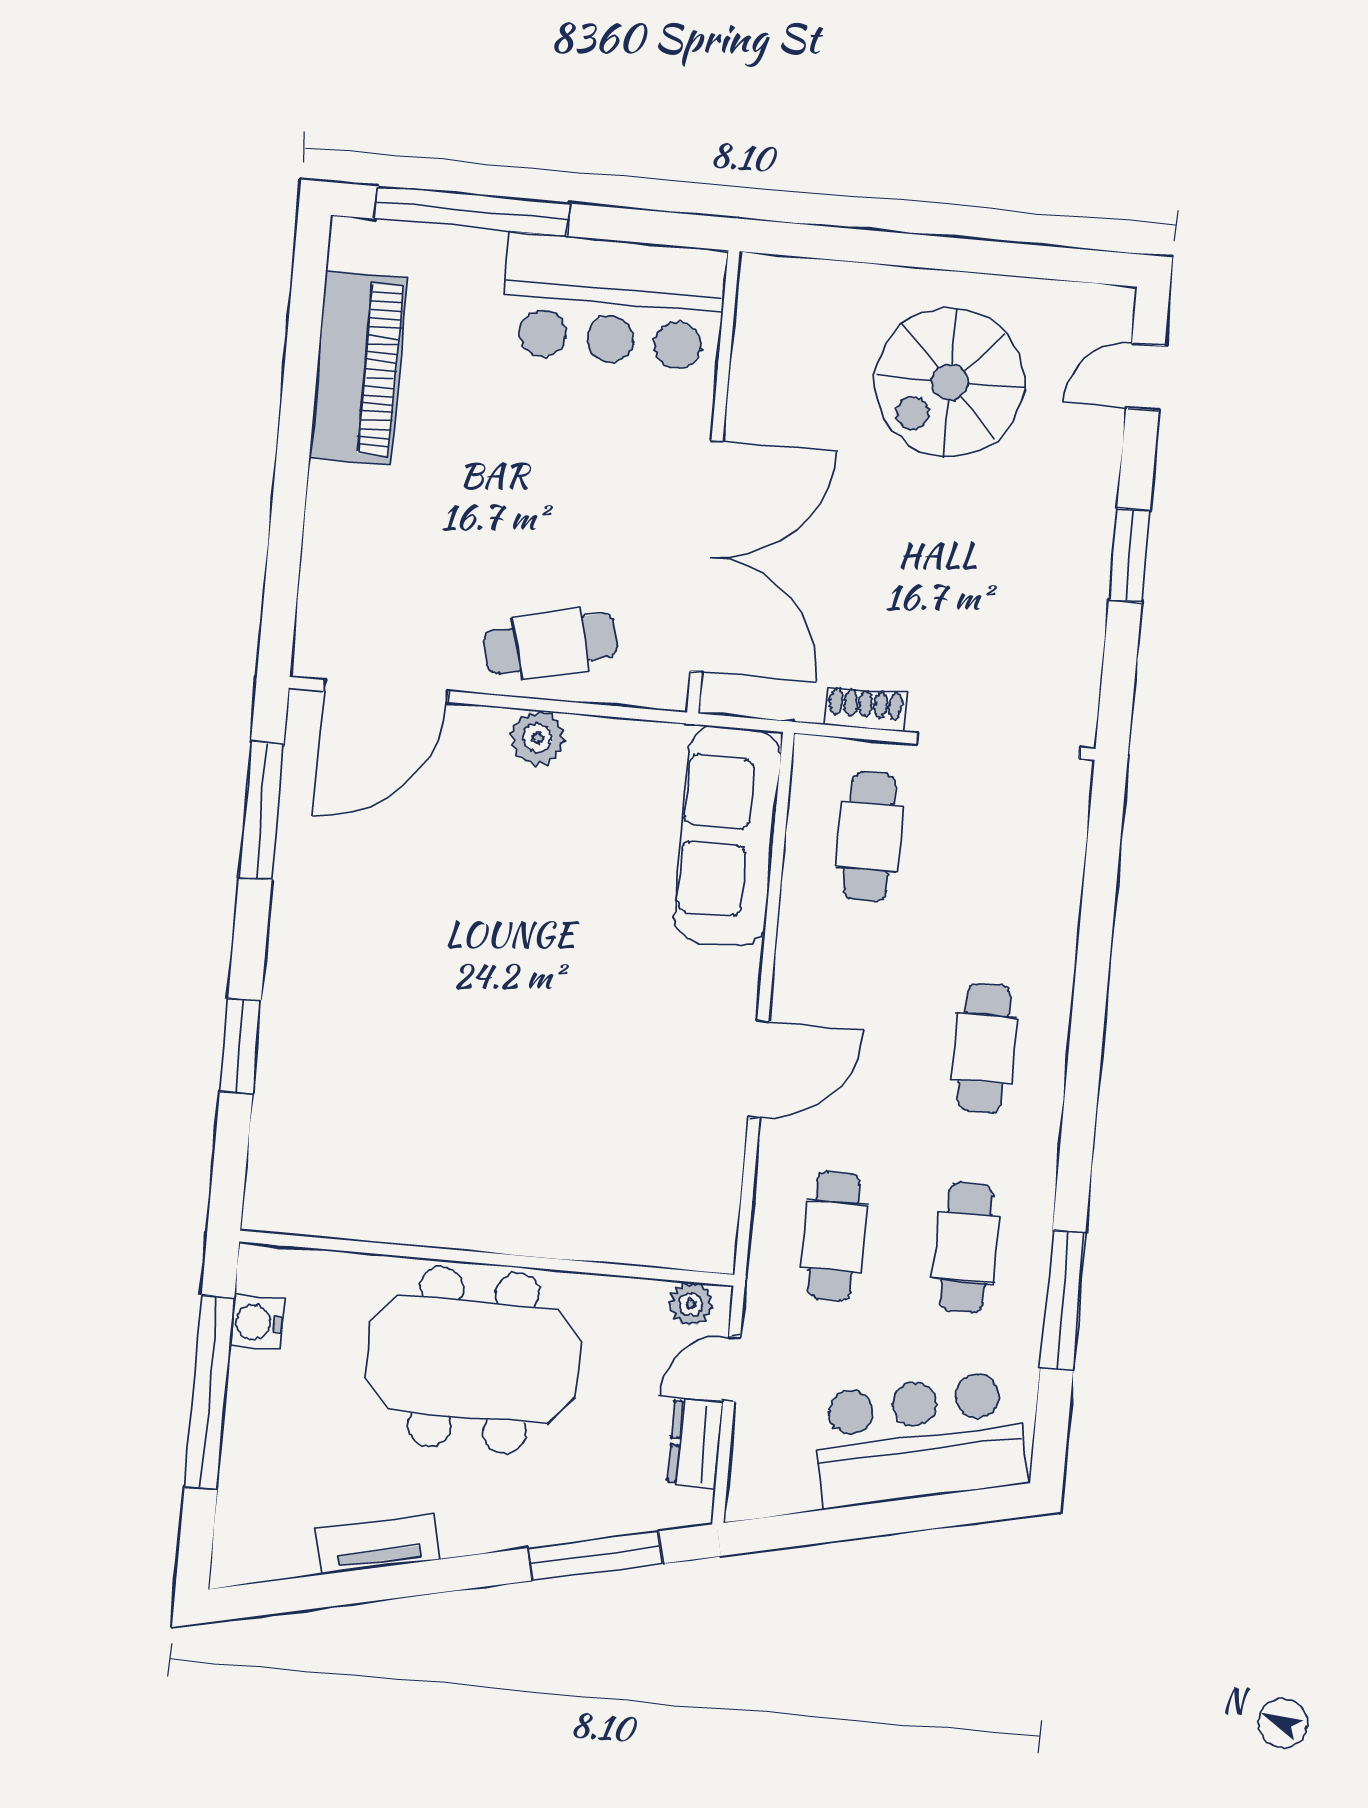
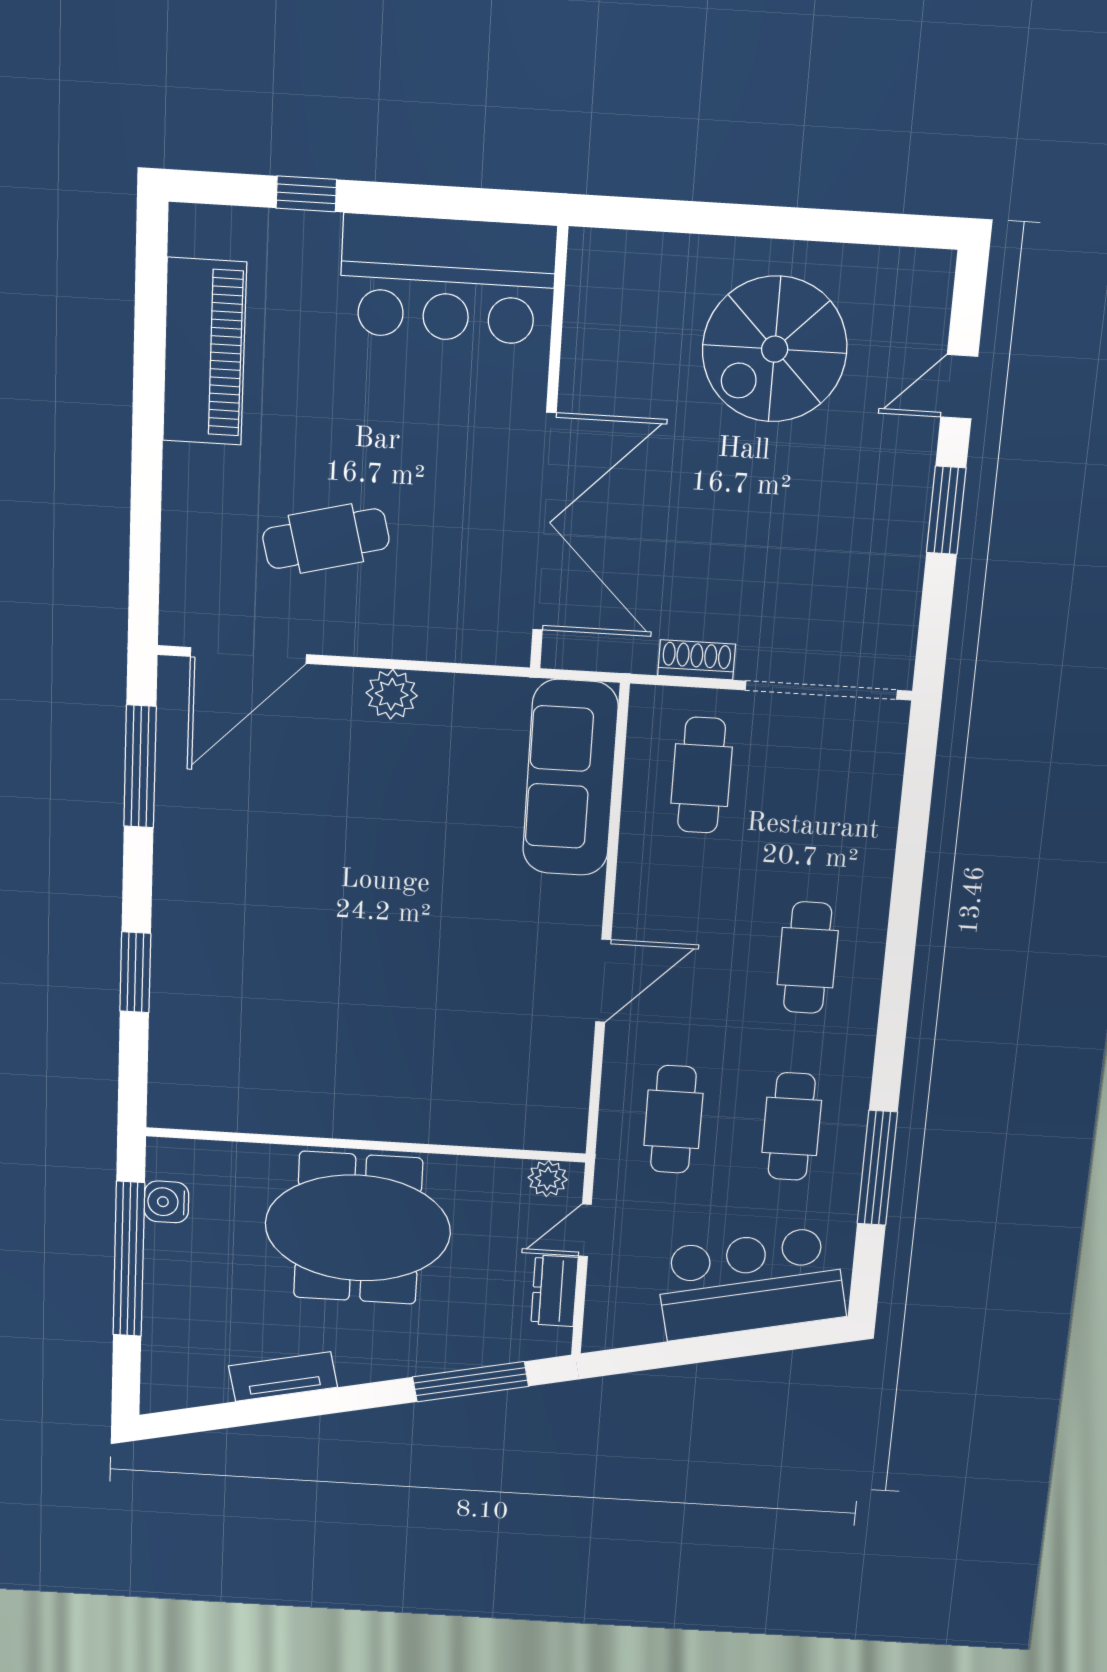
window: (472, 211) -> (306, 194), width x0.32
door: (1145, 377) -> (959, 387), moved
cafe table: (551, 644) -> (326, 539), moved

